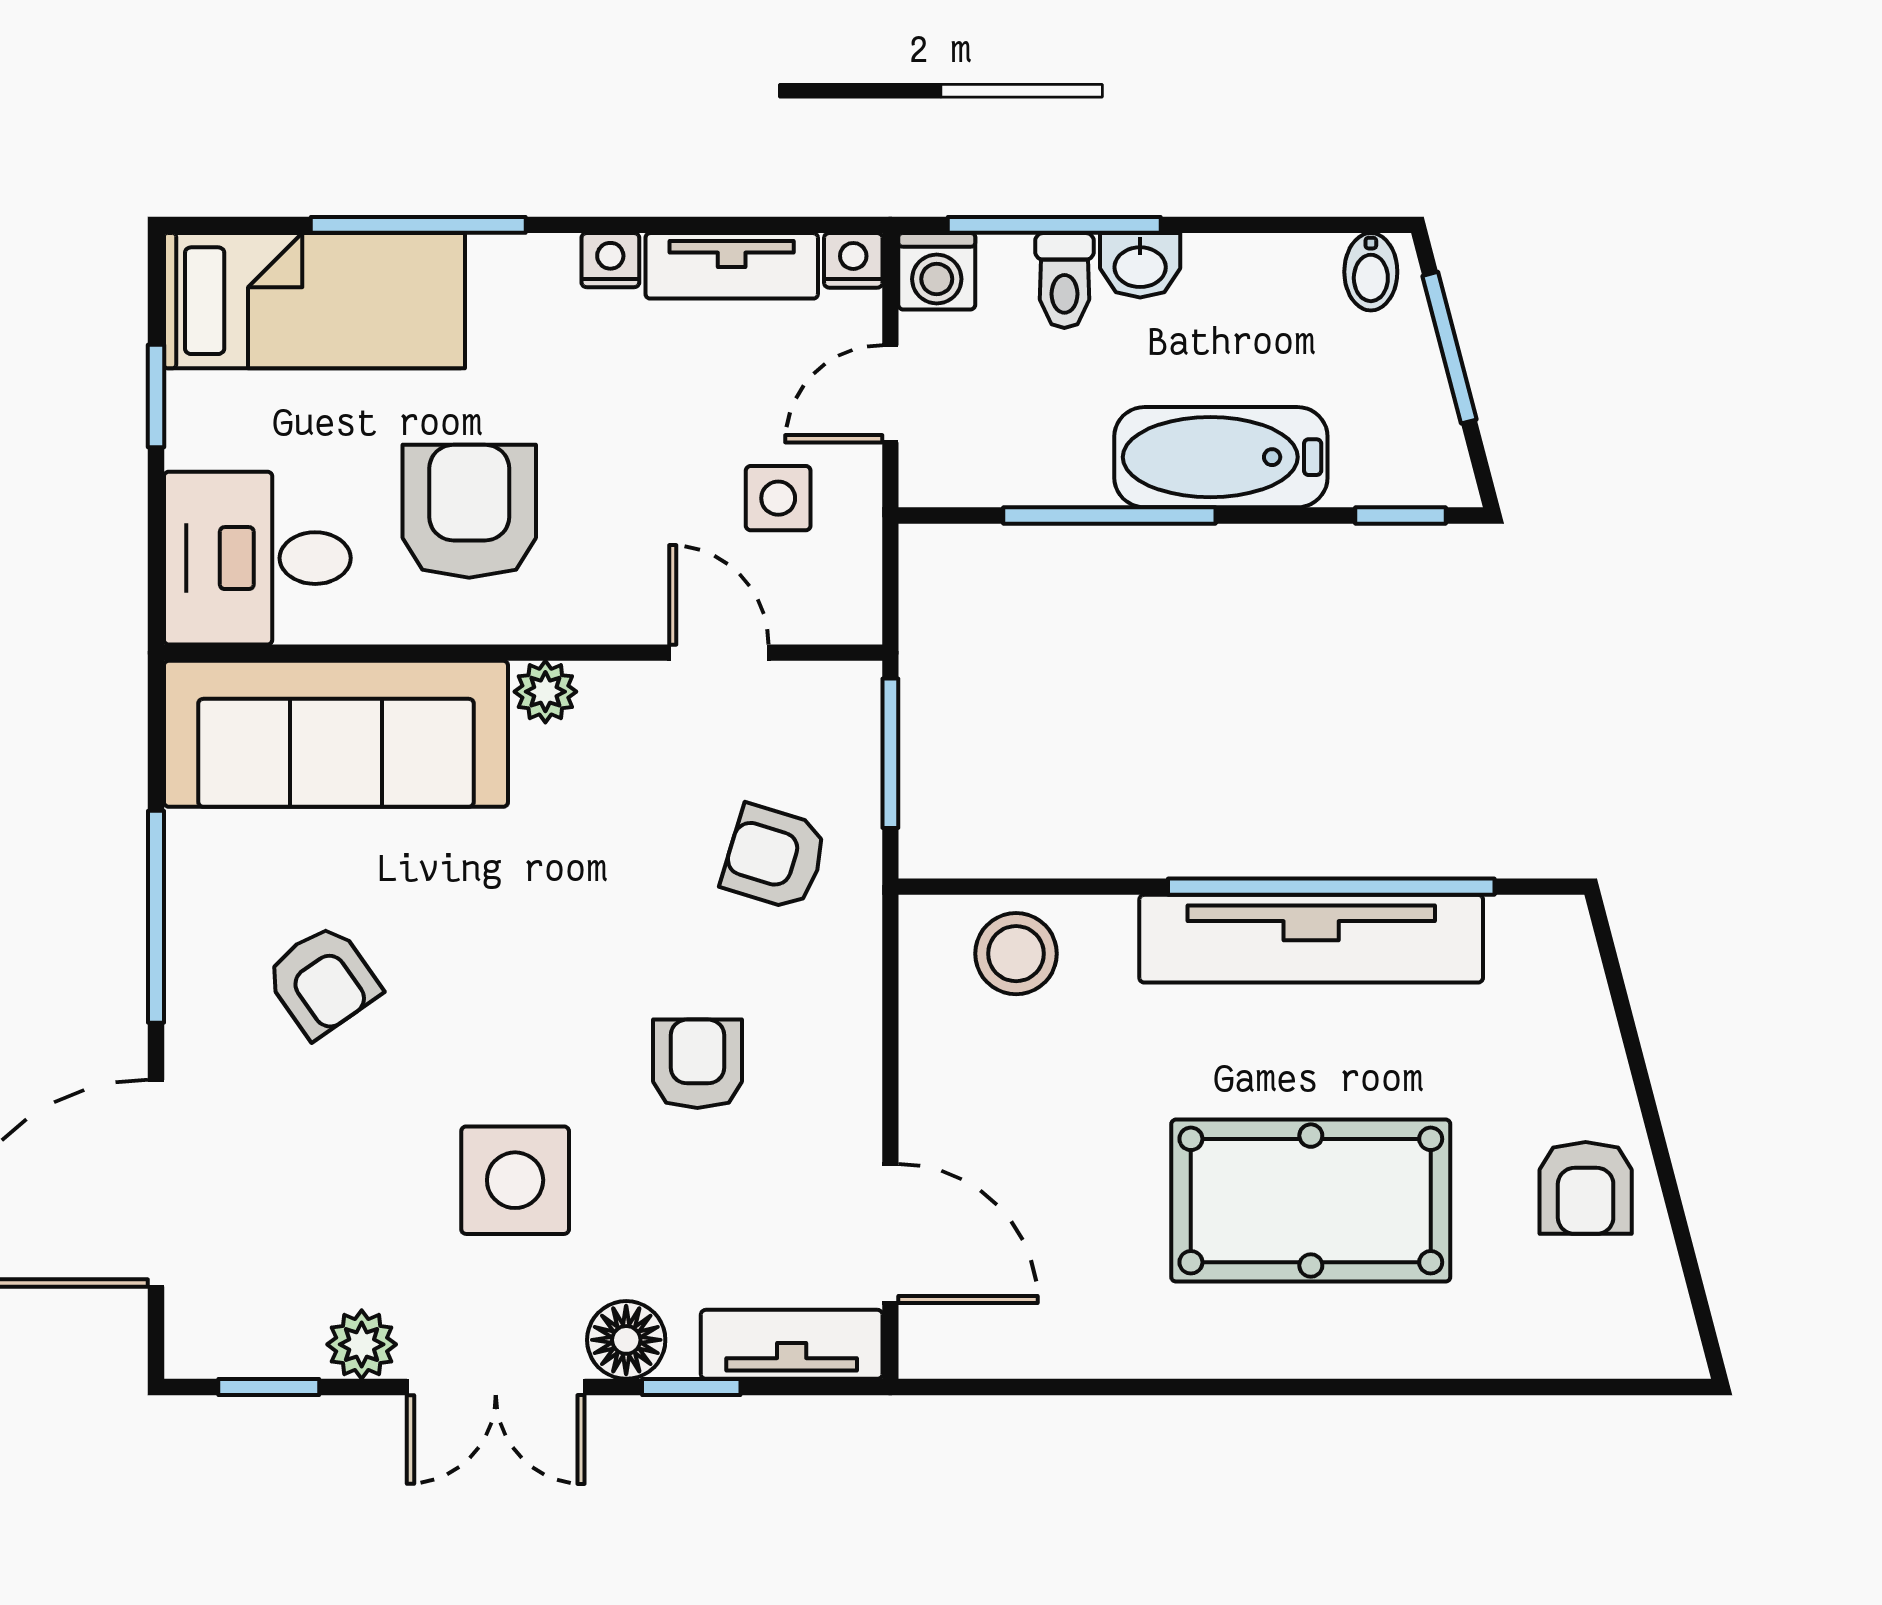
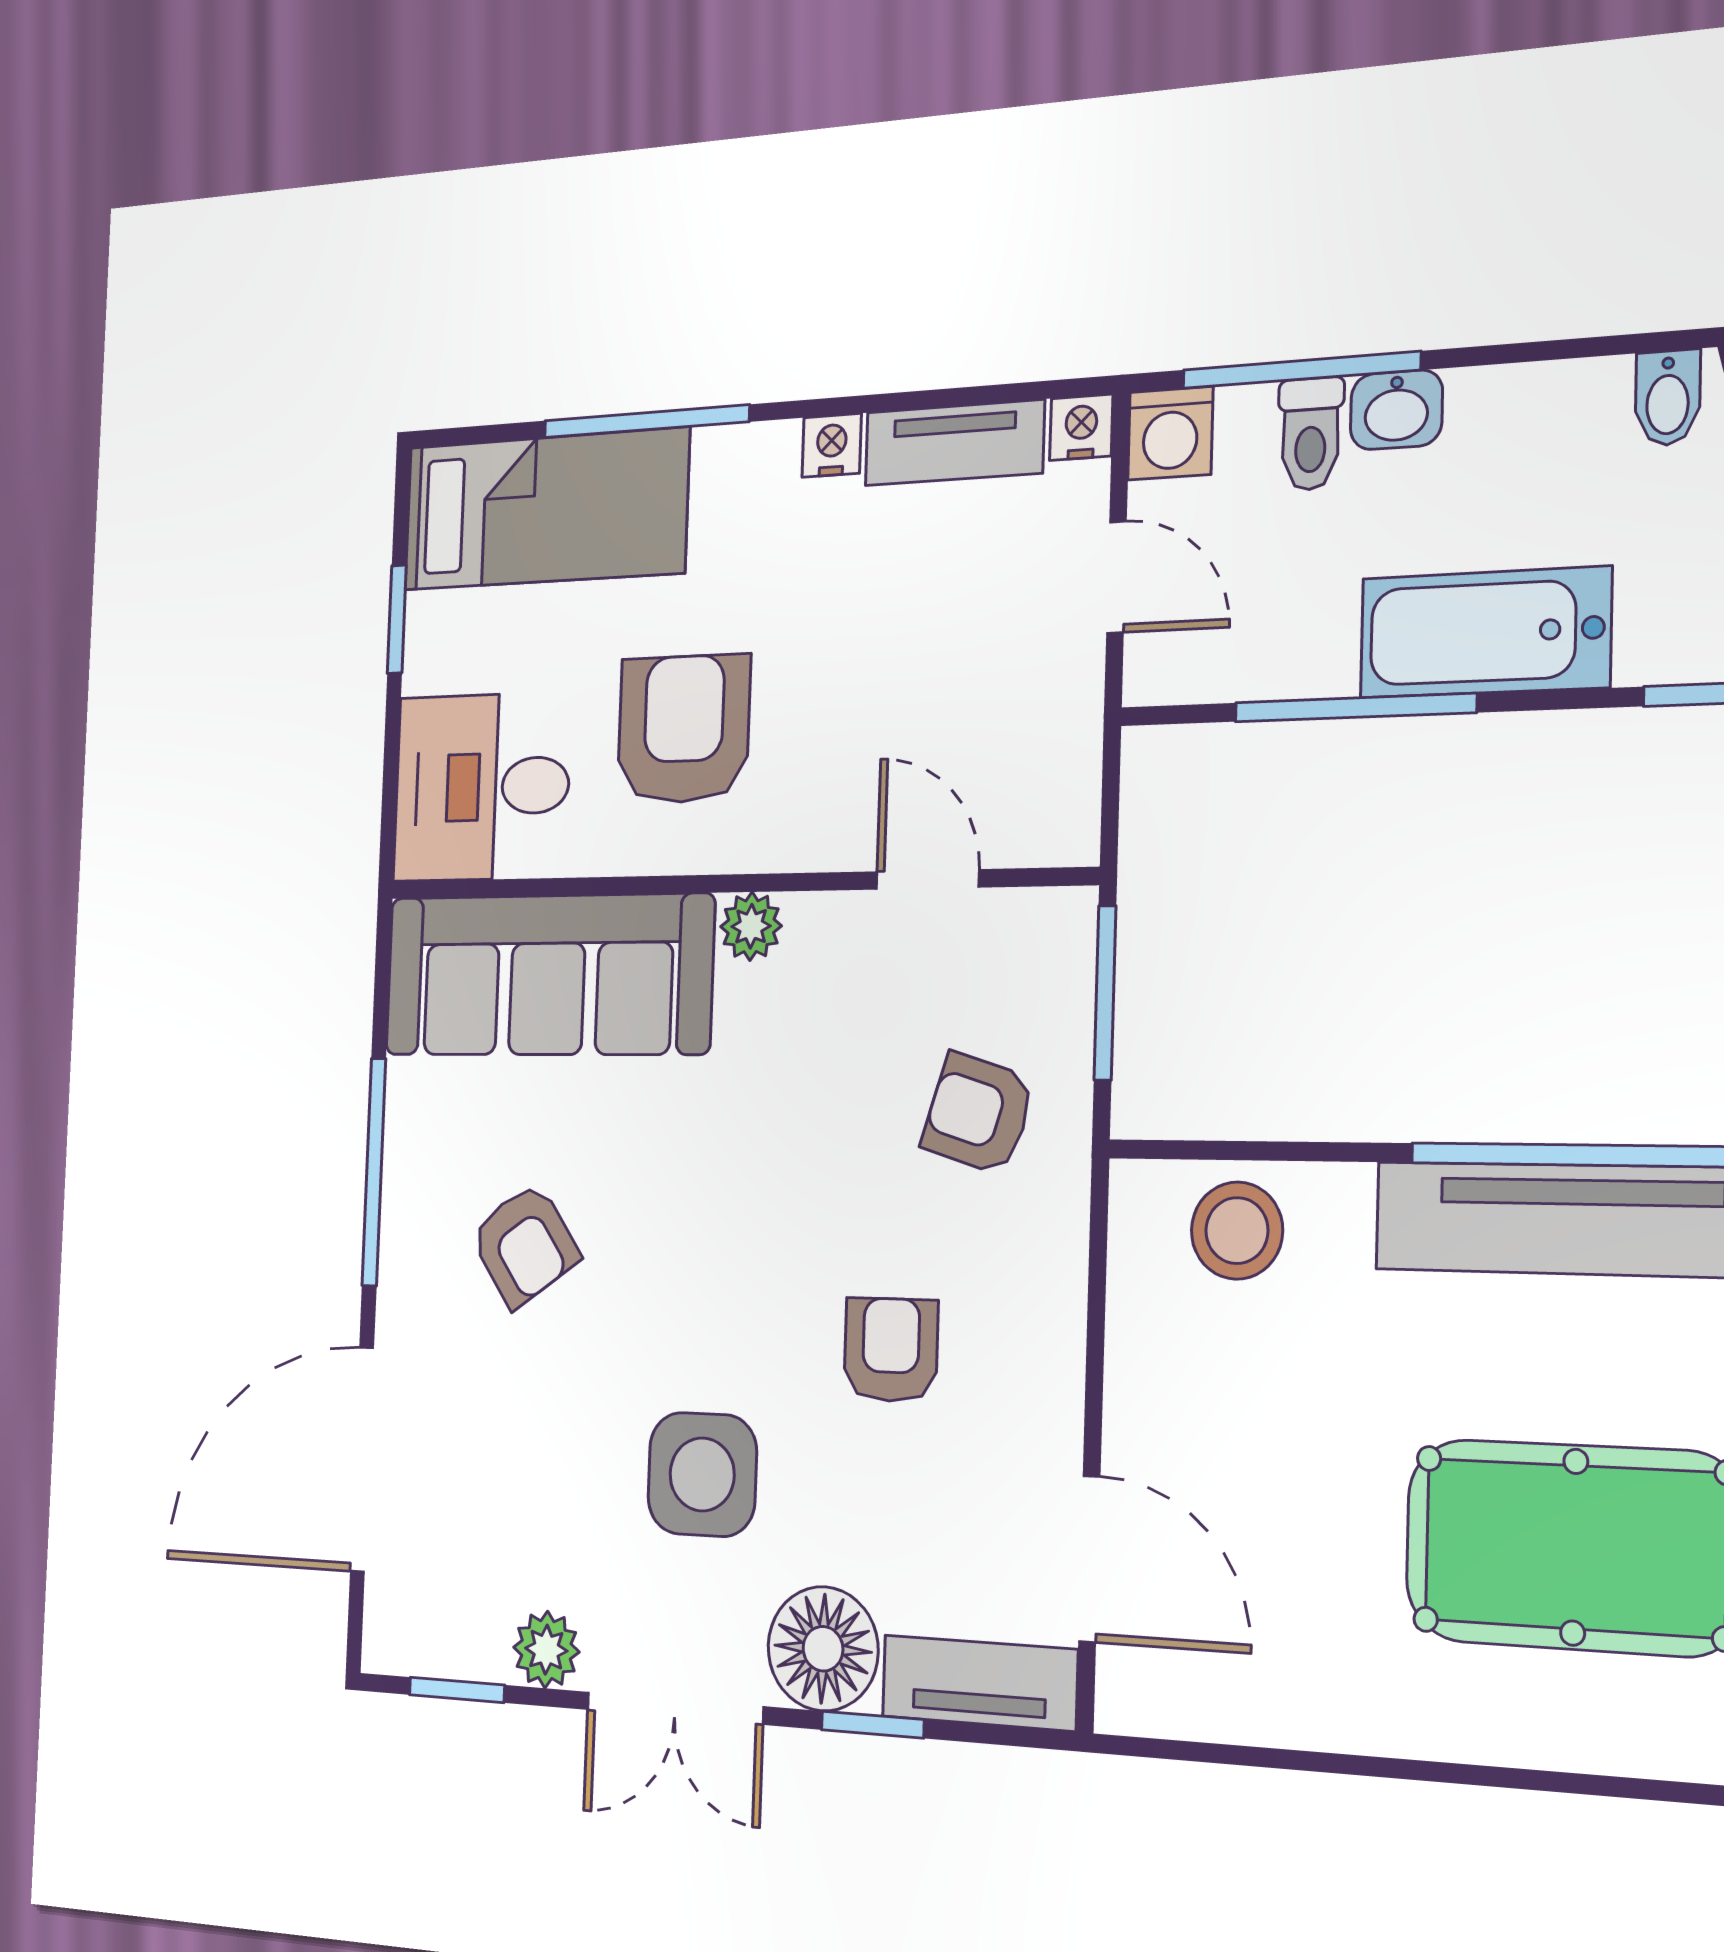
door: (890, 394) -> (1116, 577), swing flipped
side table: (778, 498) -> (994, 702), removed
floor lamp: (626, 1340) -> (823, 1649), width x1.38, depth x1.38

